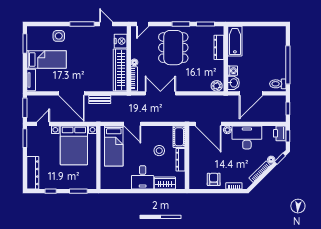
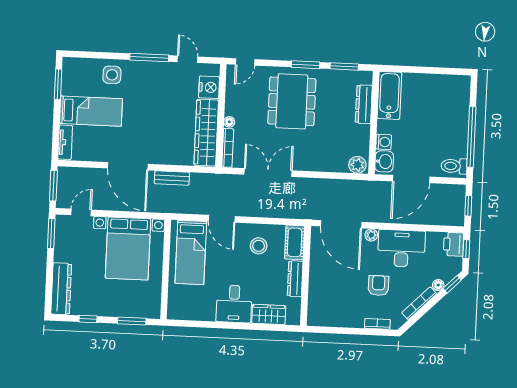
stool: (159, 151) -> (259, 246), moved
armchair: (214, 179) -> (378, 286), moved

